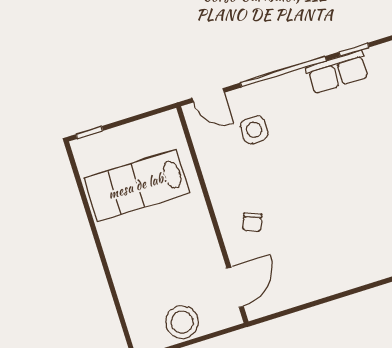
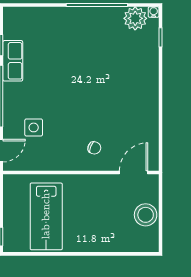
door: (235, 287) -> (134, 173), hinge flipped

